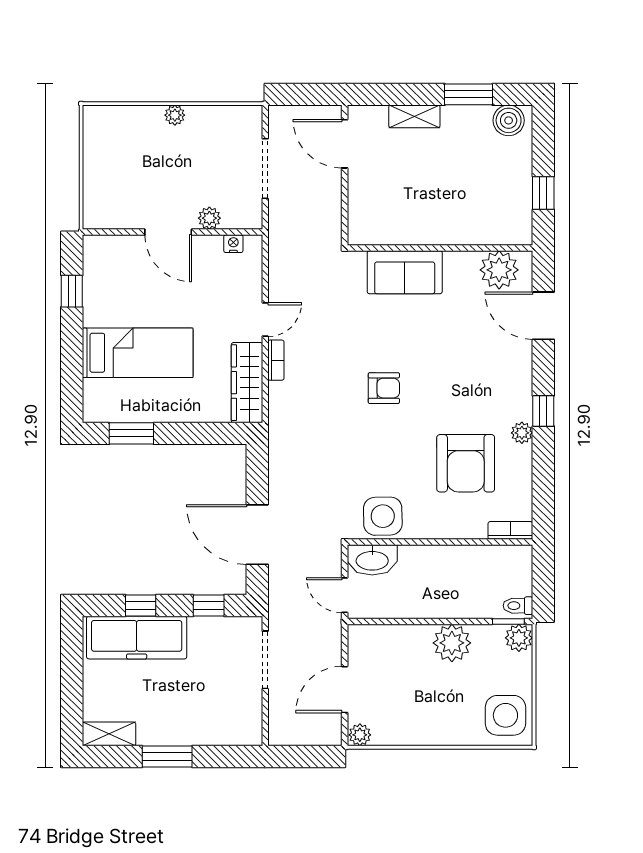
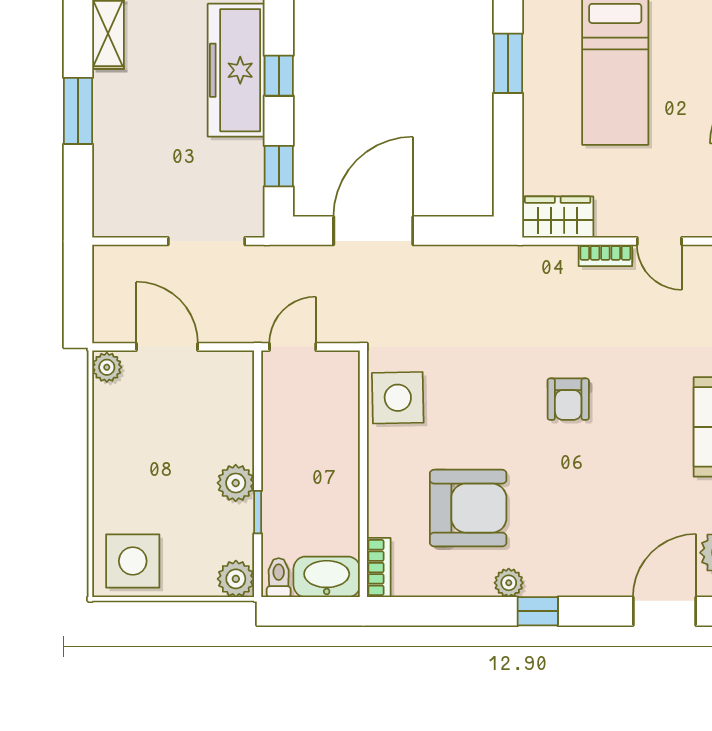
wardrobe: (247, 383) -> (558, 217), width x0.67
armchair: (466, 463) -> (468, 508), turned 180
washbasin: (372, 560) -> (327, 577), moved, turned 90
window: (508, 621) -> (258, 512), moved
plant: (452, 643) -> (236, 483), width x0.73, depth x0.73

